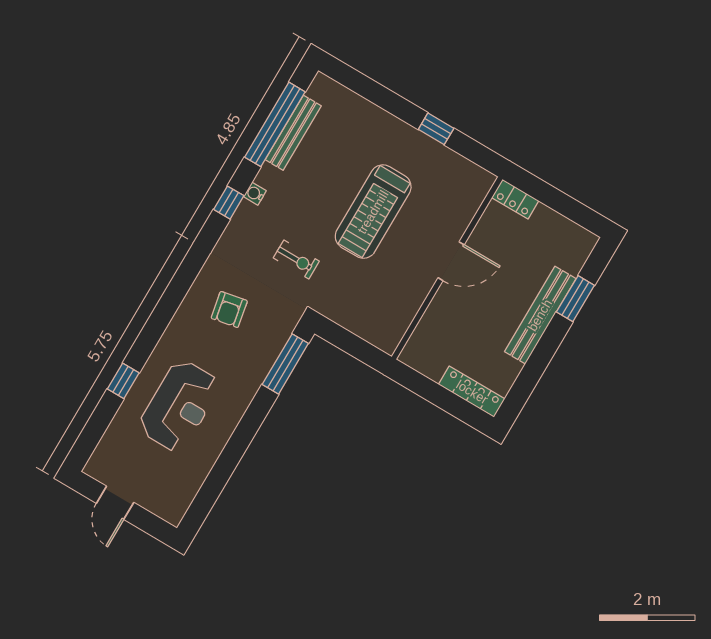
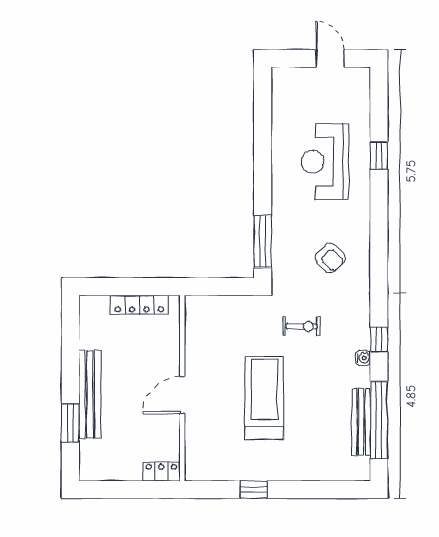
exercise bike: (296, 260) -> (301, 326), turned 180
armchair: (229, 309) -> (330, 258), turned 146
locker: (472, 392) -> (139, 305), moved

